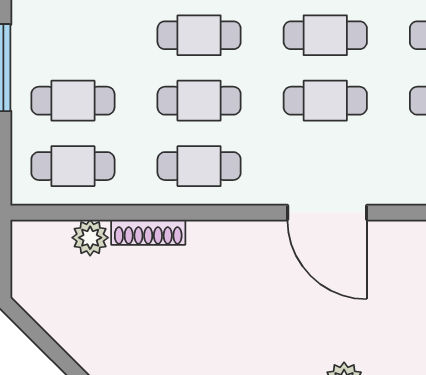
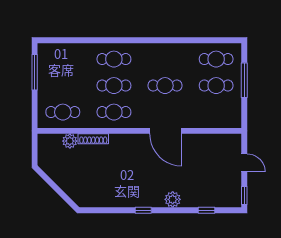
cafe table: (325, 35) -> (165, 59), removed
cafe table: (73, 101) -> (63, 86), removed

